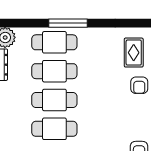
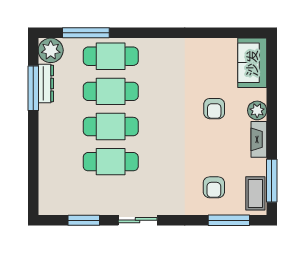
window: (68, 23) -> (86, 33), moved
rug: (134, 53) -> (207, 69), removed

